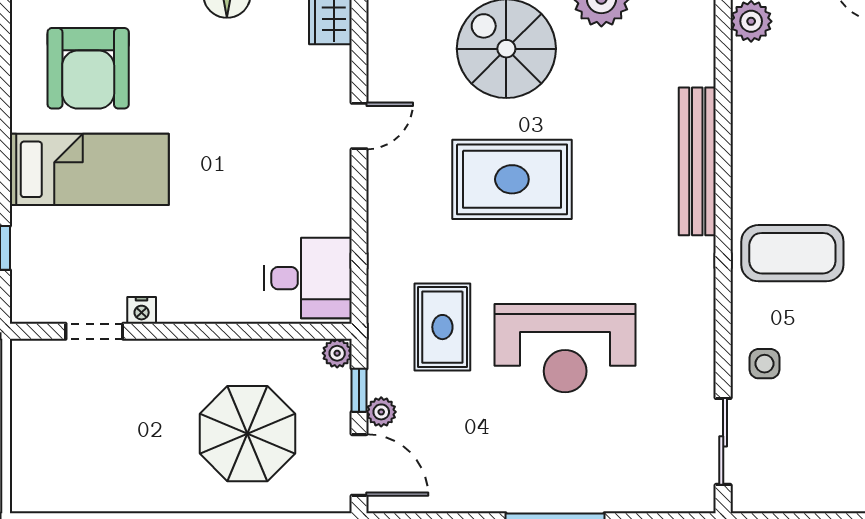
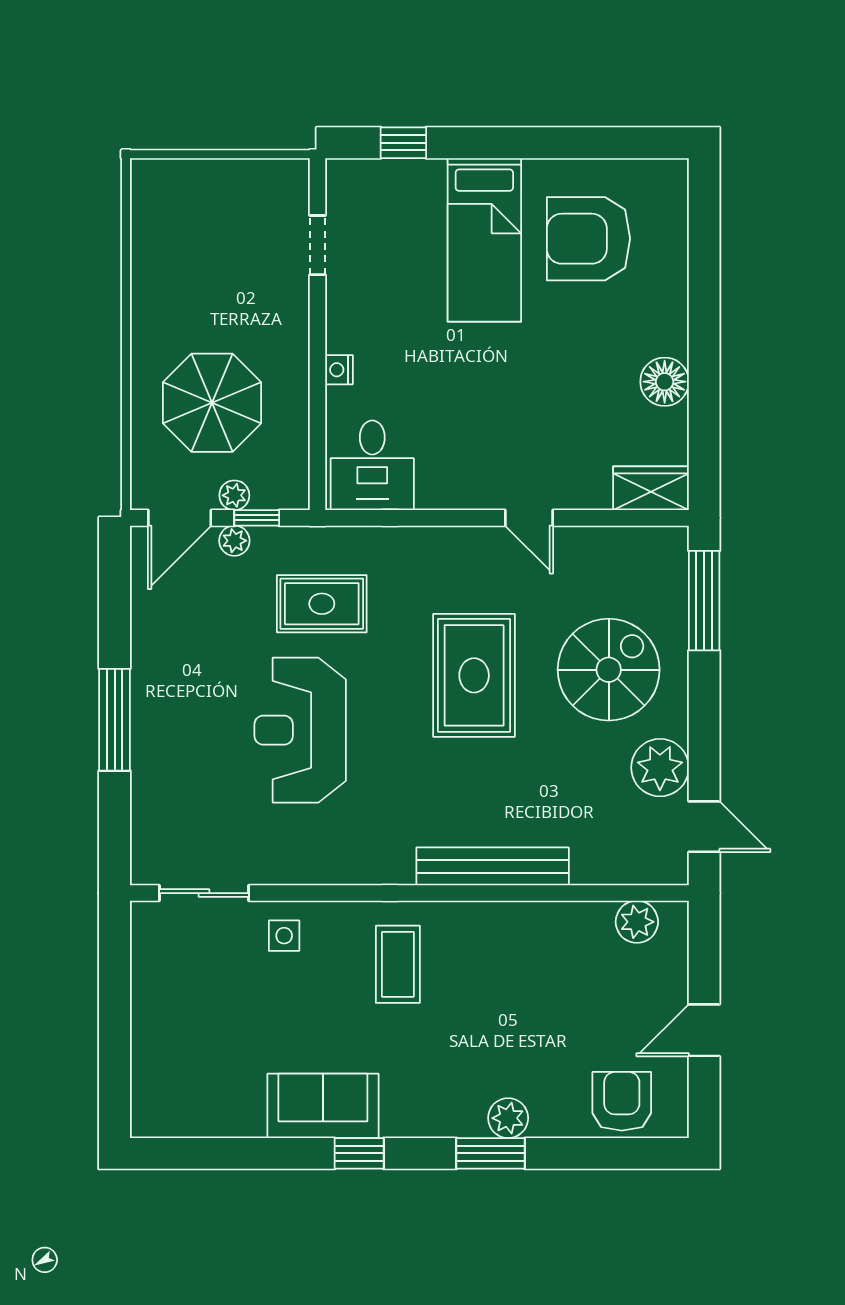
coffee table: (792, 253) -> (398, 964), width x0.73, depth x0.76
nightstand: (142, 310) -> (339, 370), moved
plant: (337, 353) -> (234, 495), moved

